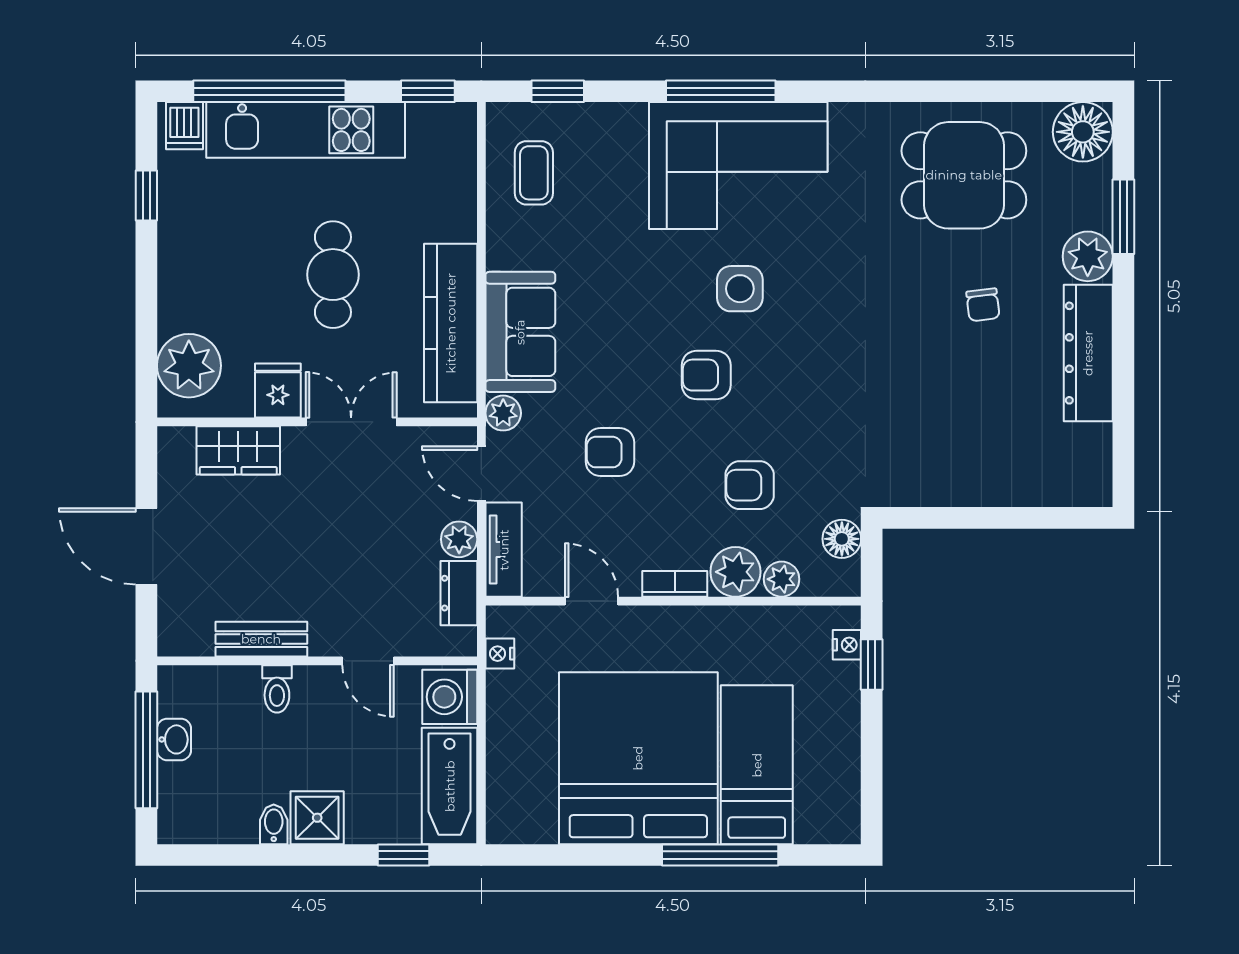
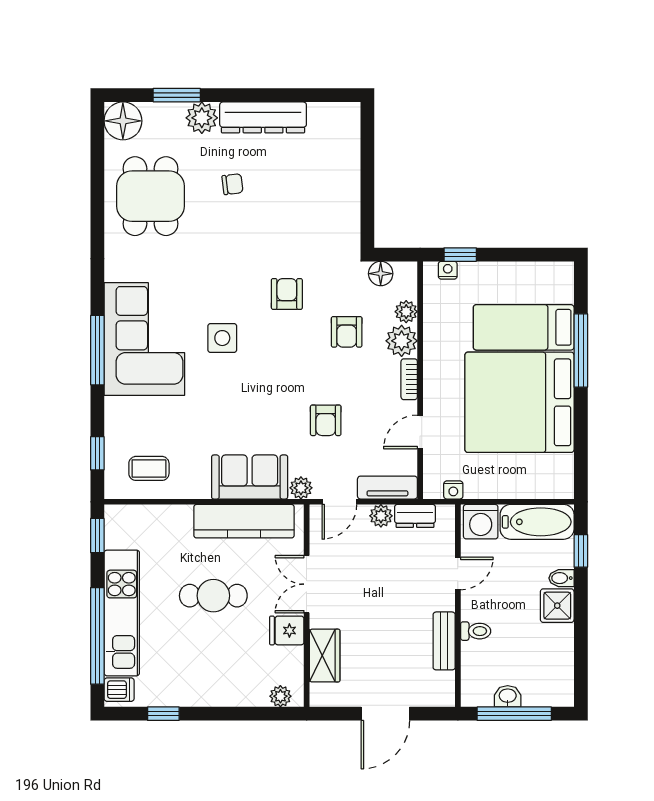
plant: (189, 366) -> (280, 696), width x0.53, depth x0.53
armchair: (706, 375) -> (287, 294), moved, turned 180
bidet: (274, 824) -> (561, 578), moved

